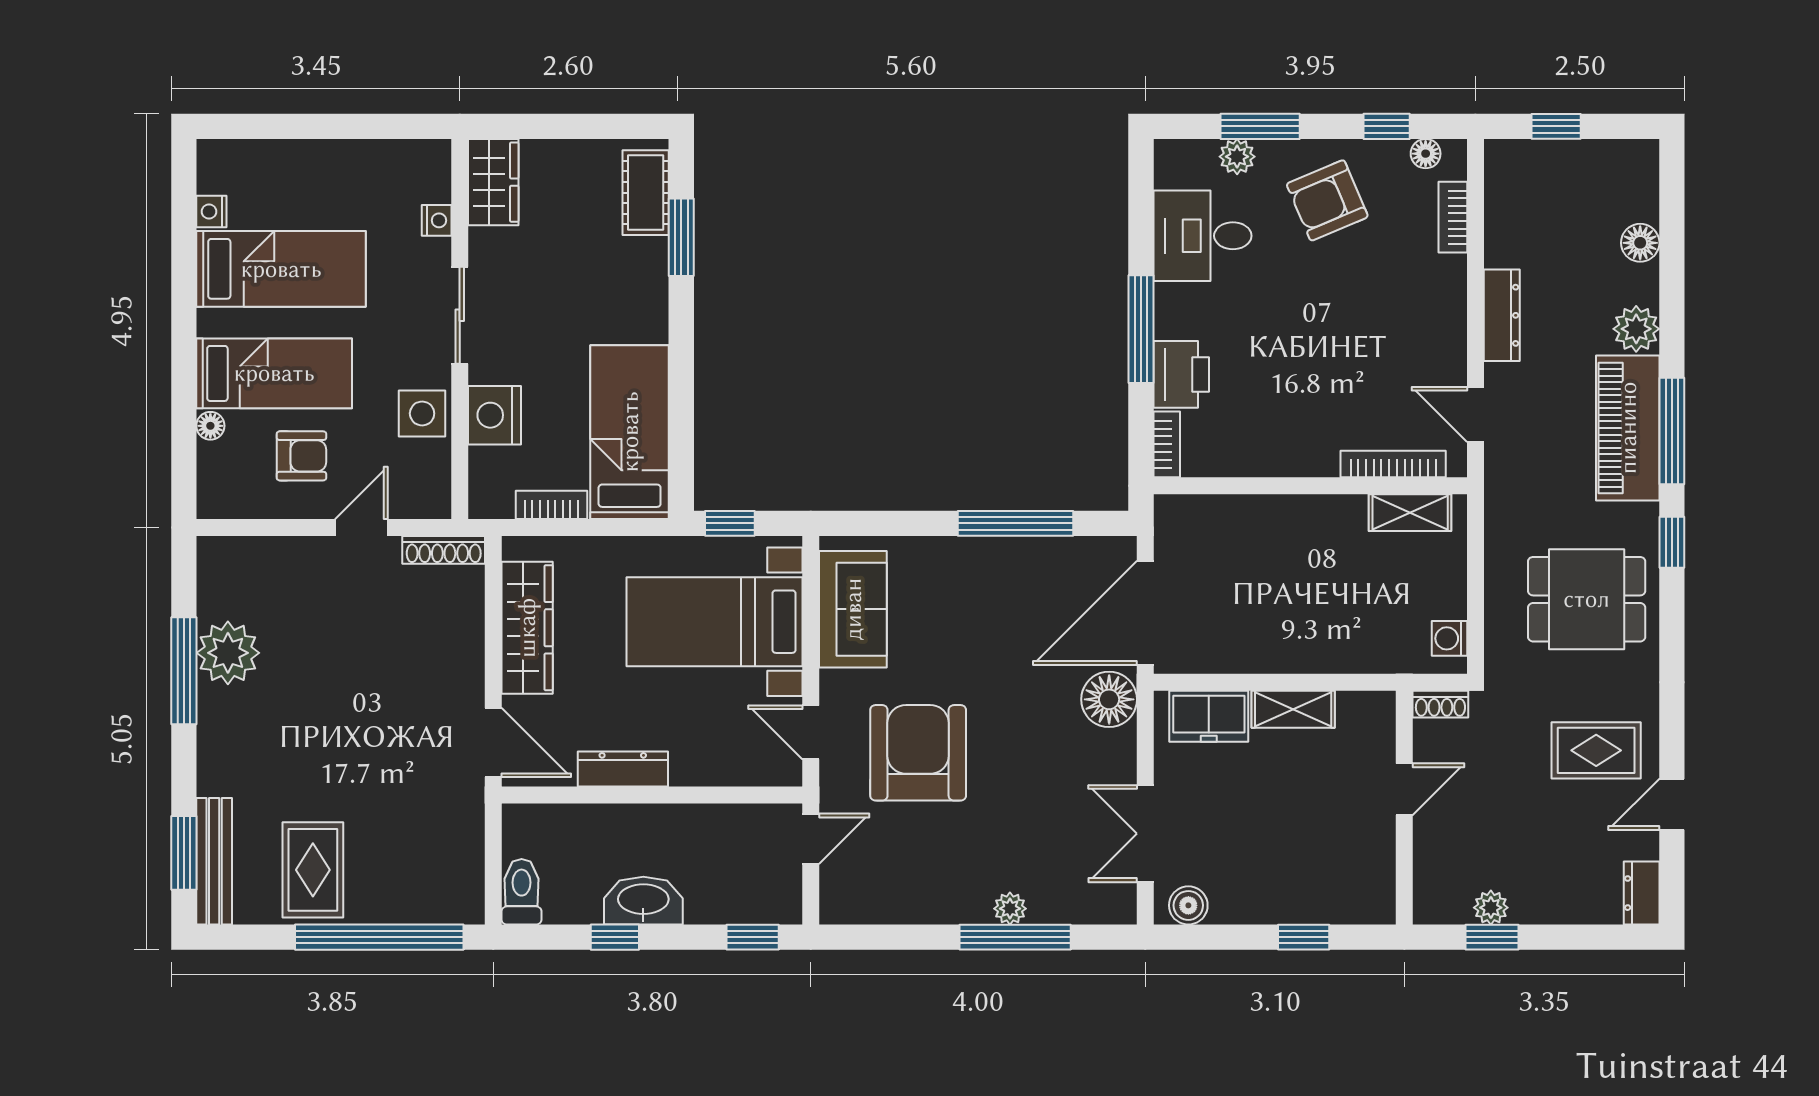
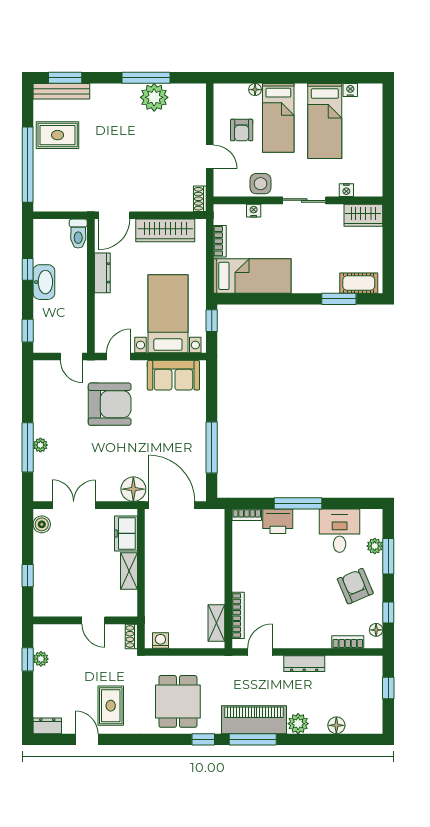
nightstand: (494, 415) -> (254, 211), width x0.53, depth x0.56
shoe rack: (444, 550) -> (200, 199), width x0.70
toilet: (522, 892) -> (78, 234), moved, turned 90

